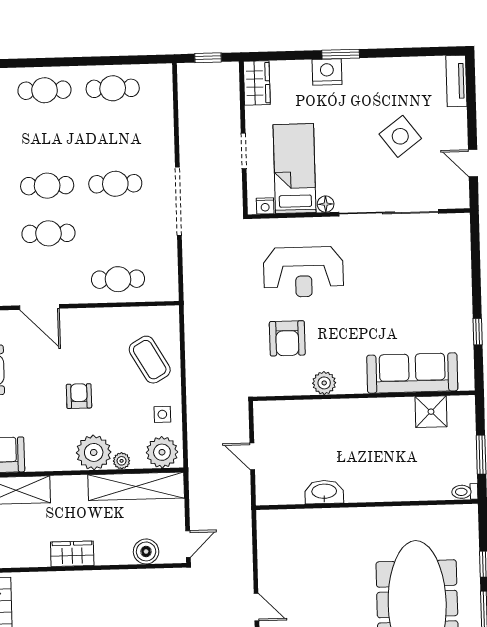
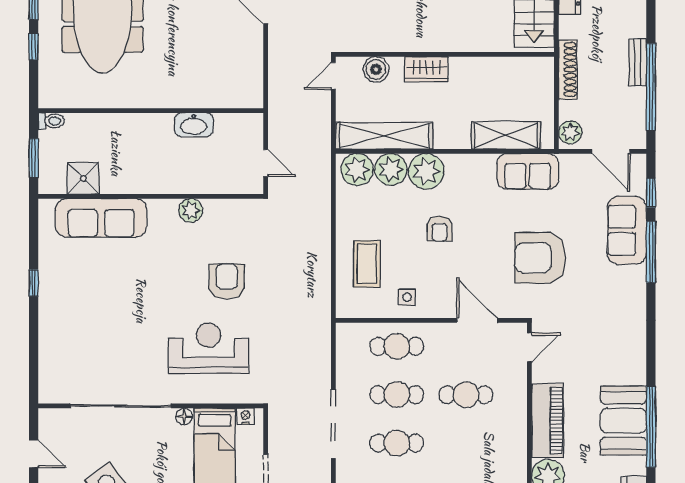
cafe table: (47, 186) -> (397, 395), moved
coffee table: (150, 360) -> (367, 264), turned 30
sofa: (412, 373) -> (101, 218), moved
plant: (324, 383) -> (191, 210), moved
wall: (364, 396) -> (151, 196), moved
shower: (431, 412) -> (83, 178), moved
side table: (162, 414) -> (407, 297), moved
plant: (122, 461) -> (391, 169), width x1.88, depth x1.88
wardrobe: (72, 554) -> (427, 69), moved

